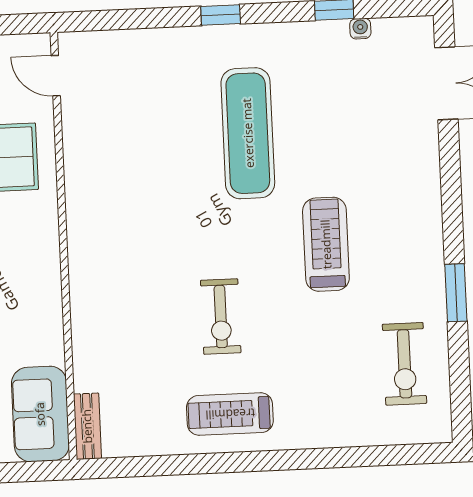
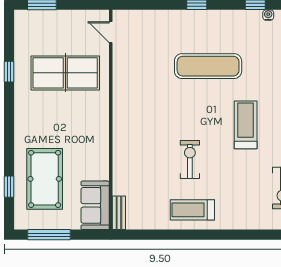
exercise mat: (248, 133) -> (208, 66), turned 90
exercise bike: (221, 317) -> (190, 160), turned 180

